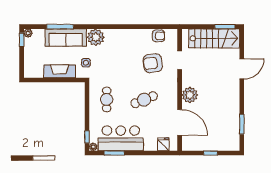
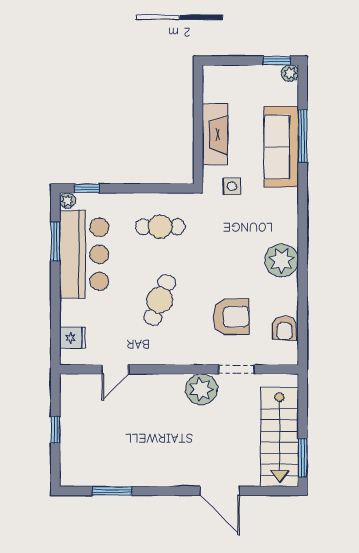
plant: (96, 37) -> (282, 260), moved
armchair: (153, 63) -> (231, 317), turned 97
plant: (190, 95) -> (201, 389), moved
cafe table: (144, 100) -> (160, 300), turned 44
door: (180, 122) -> (115, 369), width x0.53

